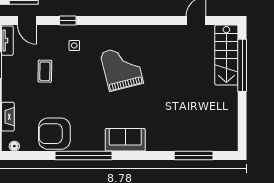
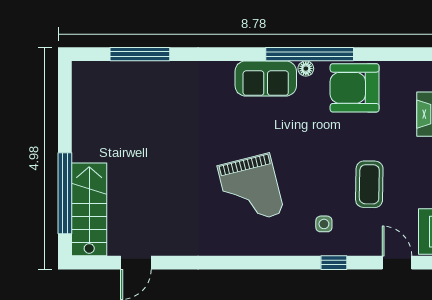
coffee table: (45, 71) -> (369, 184), width x1.36, depth x1.30
armchair: (54, 134) -> (355, 88), turned 180
sofa: (125, 140) -> (266, 78), moved
floor lamp: (14, 146) -> (306, 69), moved

